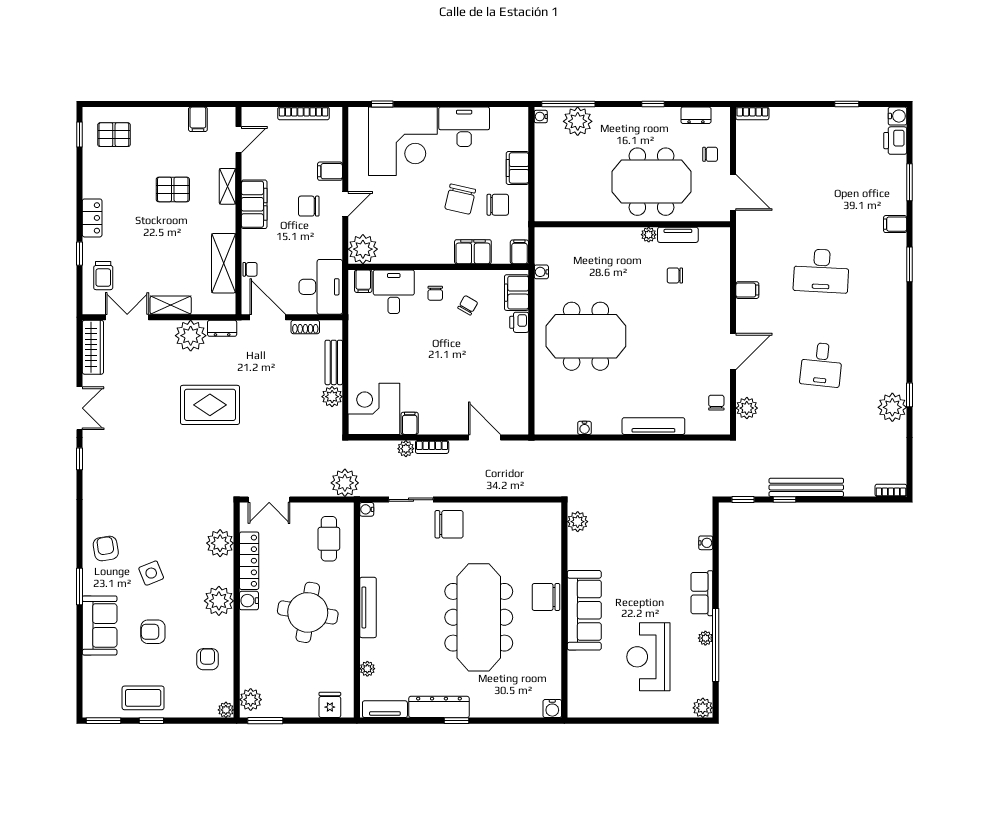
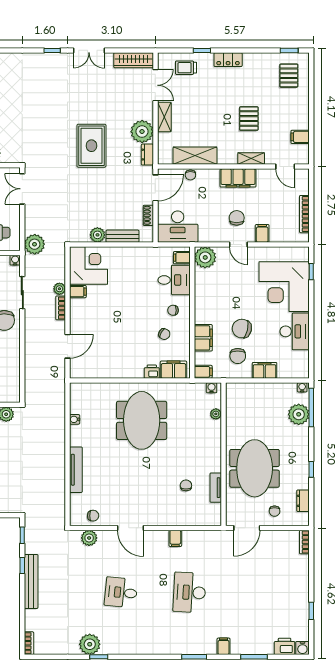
plant: (649, 235) -> (216, 414), moved
water cooler: (541, 272) -> (212, 388), moved

